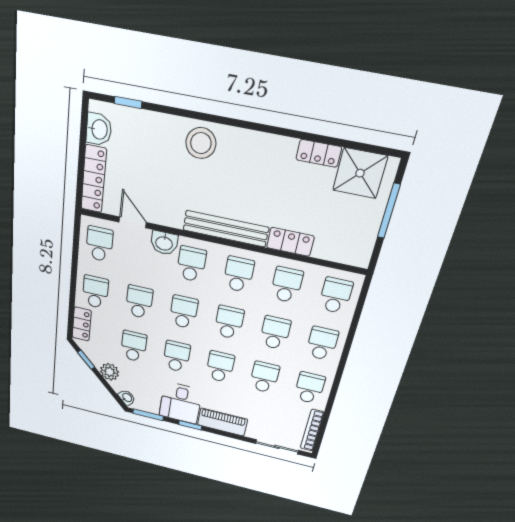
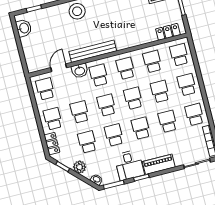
locker: (94, 179) -> (30, 55), removed
door: (133, 222) -> (59, 68), hinge flipped
bench: (226, 229) -> (93, 51), moved
locker: (290, 242) -> (168, 32), moved

